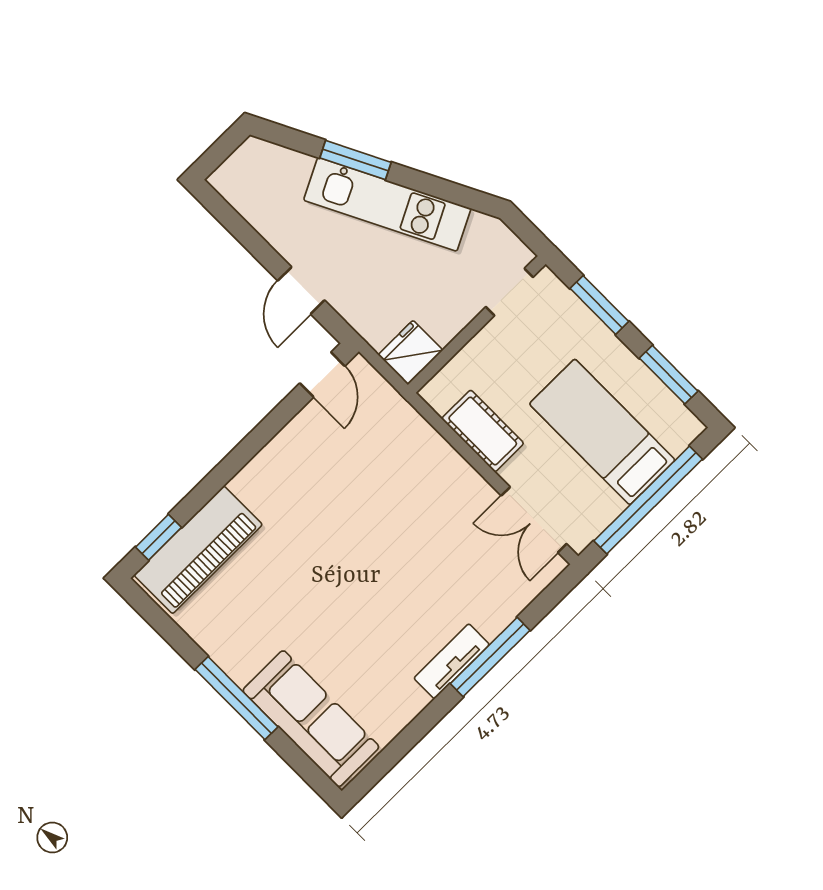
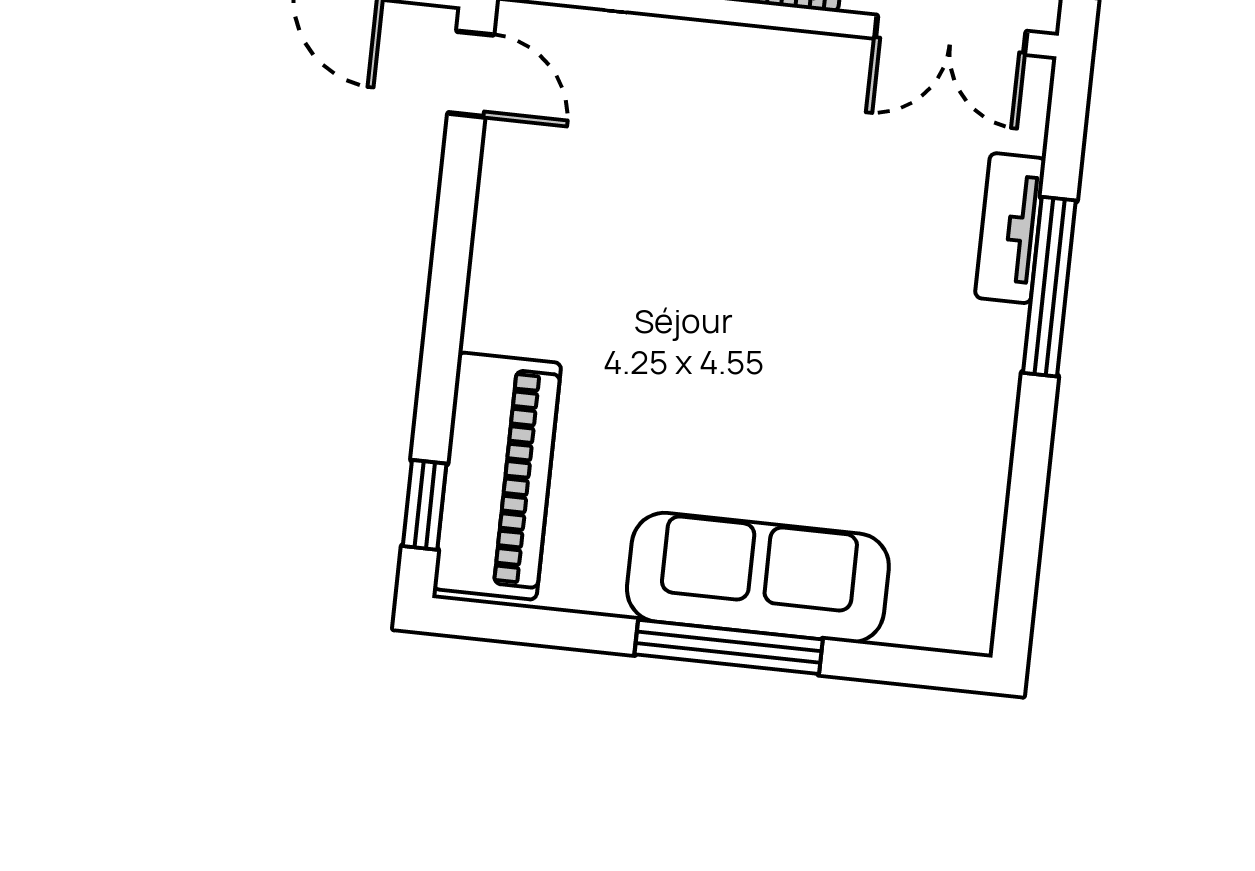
tv unit: (452, 661) -> (1010, 228), moved
sofa: (311, 719) -> (758, 578), moved

